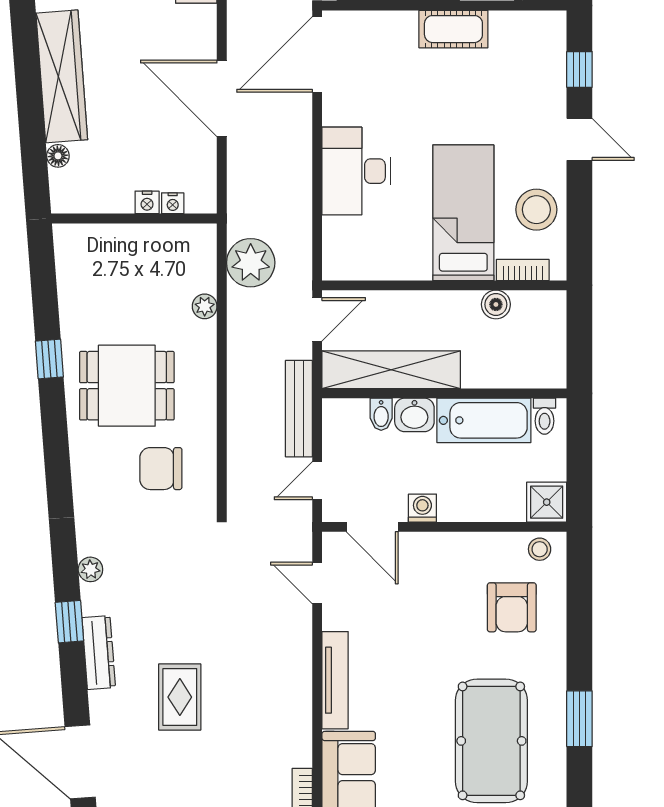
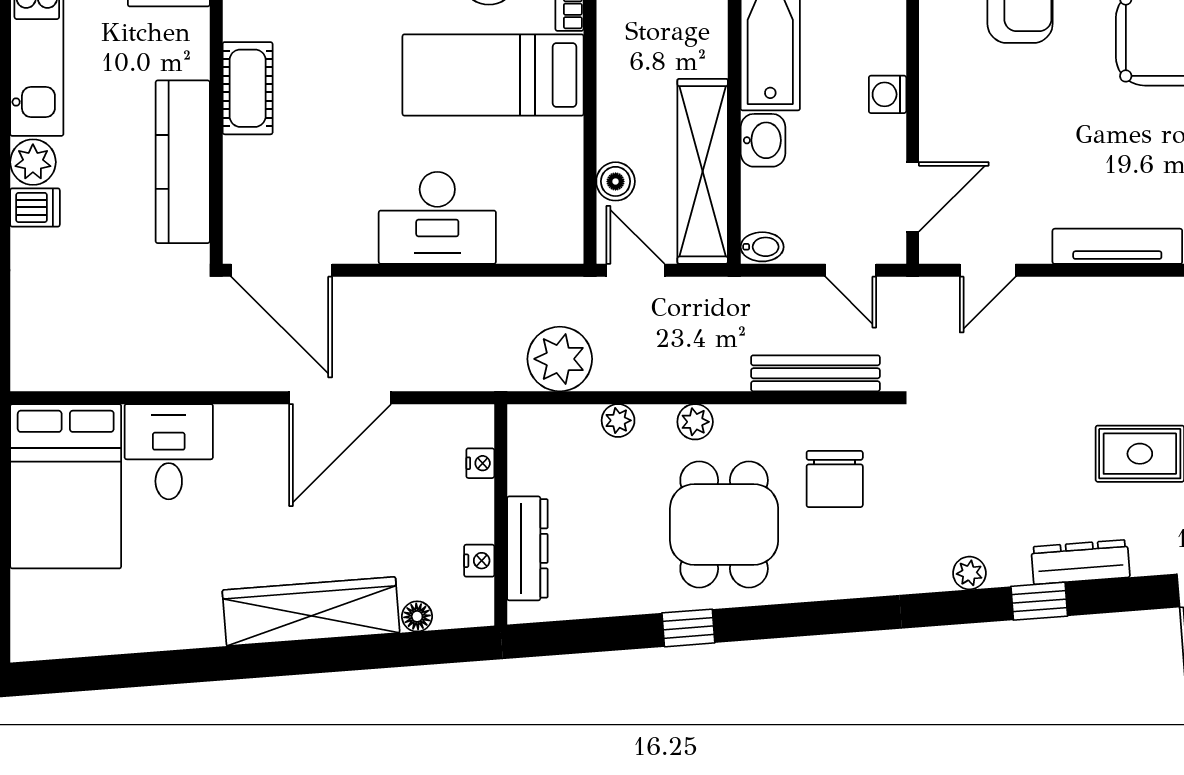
nightstand: (147, 202) -> (479, 561), moved
dresser: (109, 238) -> (527, 548), added
boiler: (496, 304) -> (616, 181), moved
plant: (204, 364) -> (695, 422), added
bench: (299, 409) -> (815, 373), moved
bidet: (381, 414) -> (762, 247), moved
washing machine: (422, 508) -> (888, 94), moved

